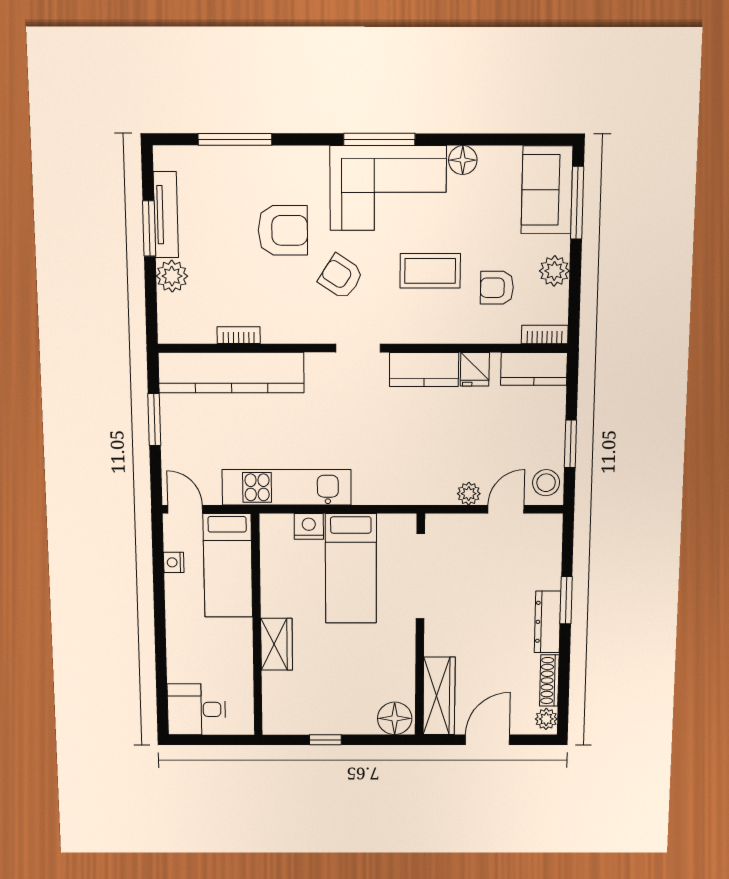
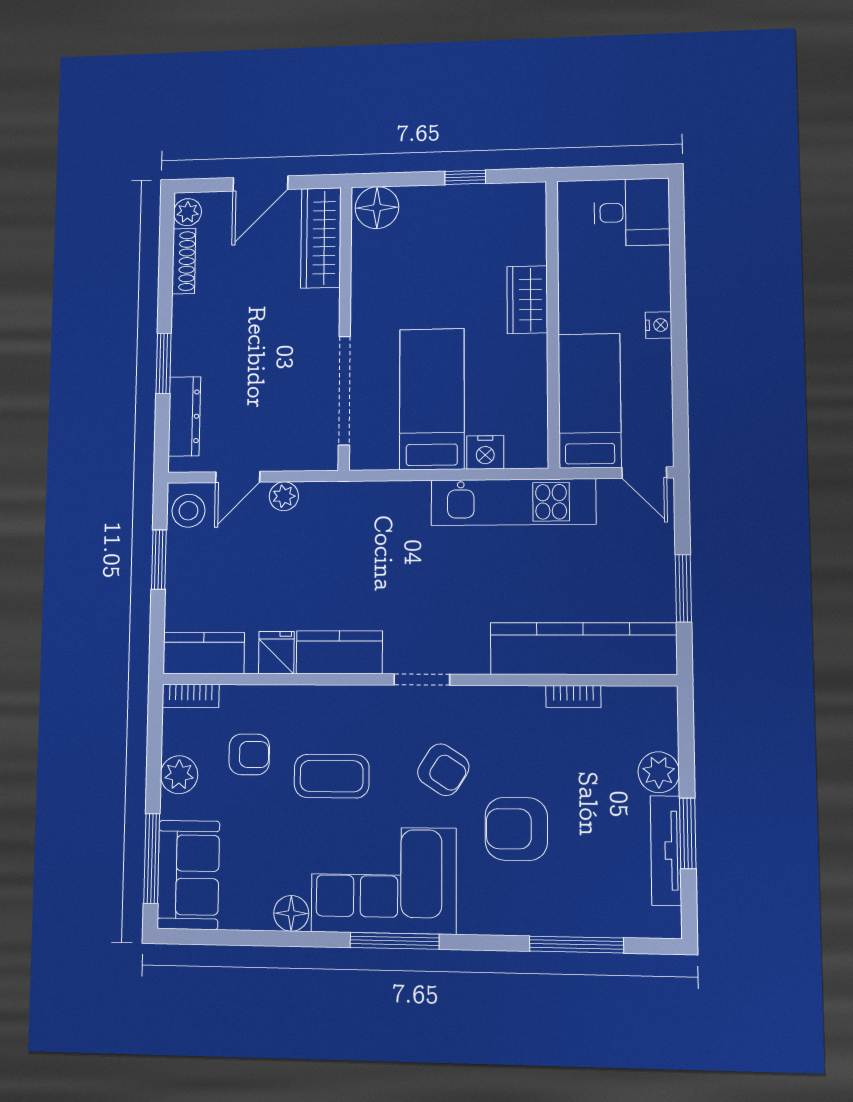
nightstand: (174, 562) -> (659, 325), moved
dresser: (548, 622) -> (184, 416), moved

